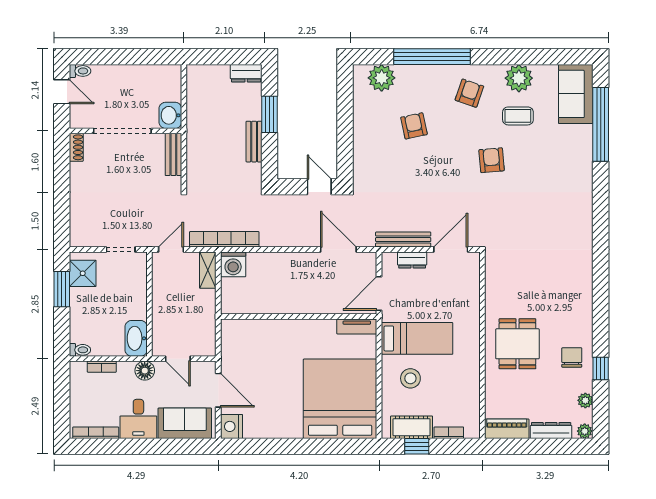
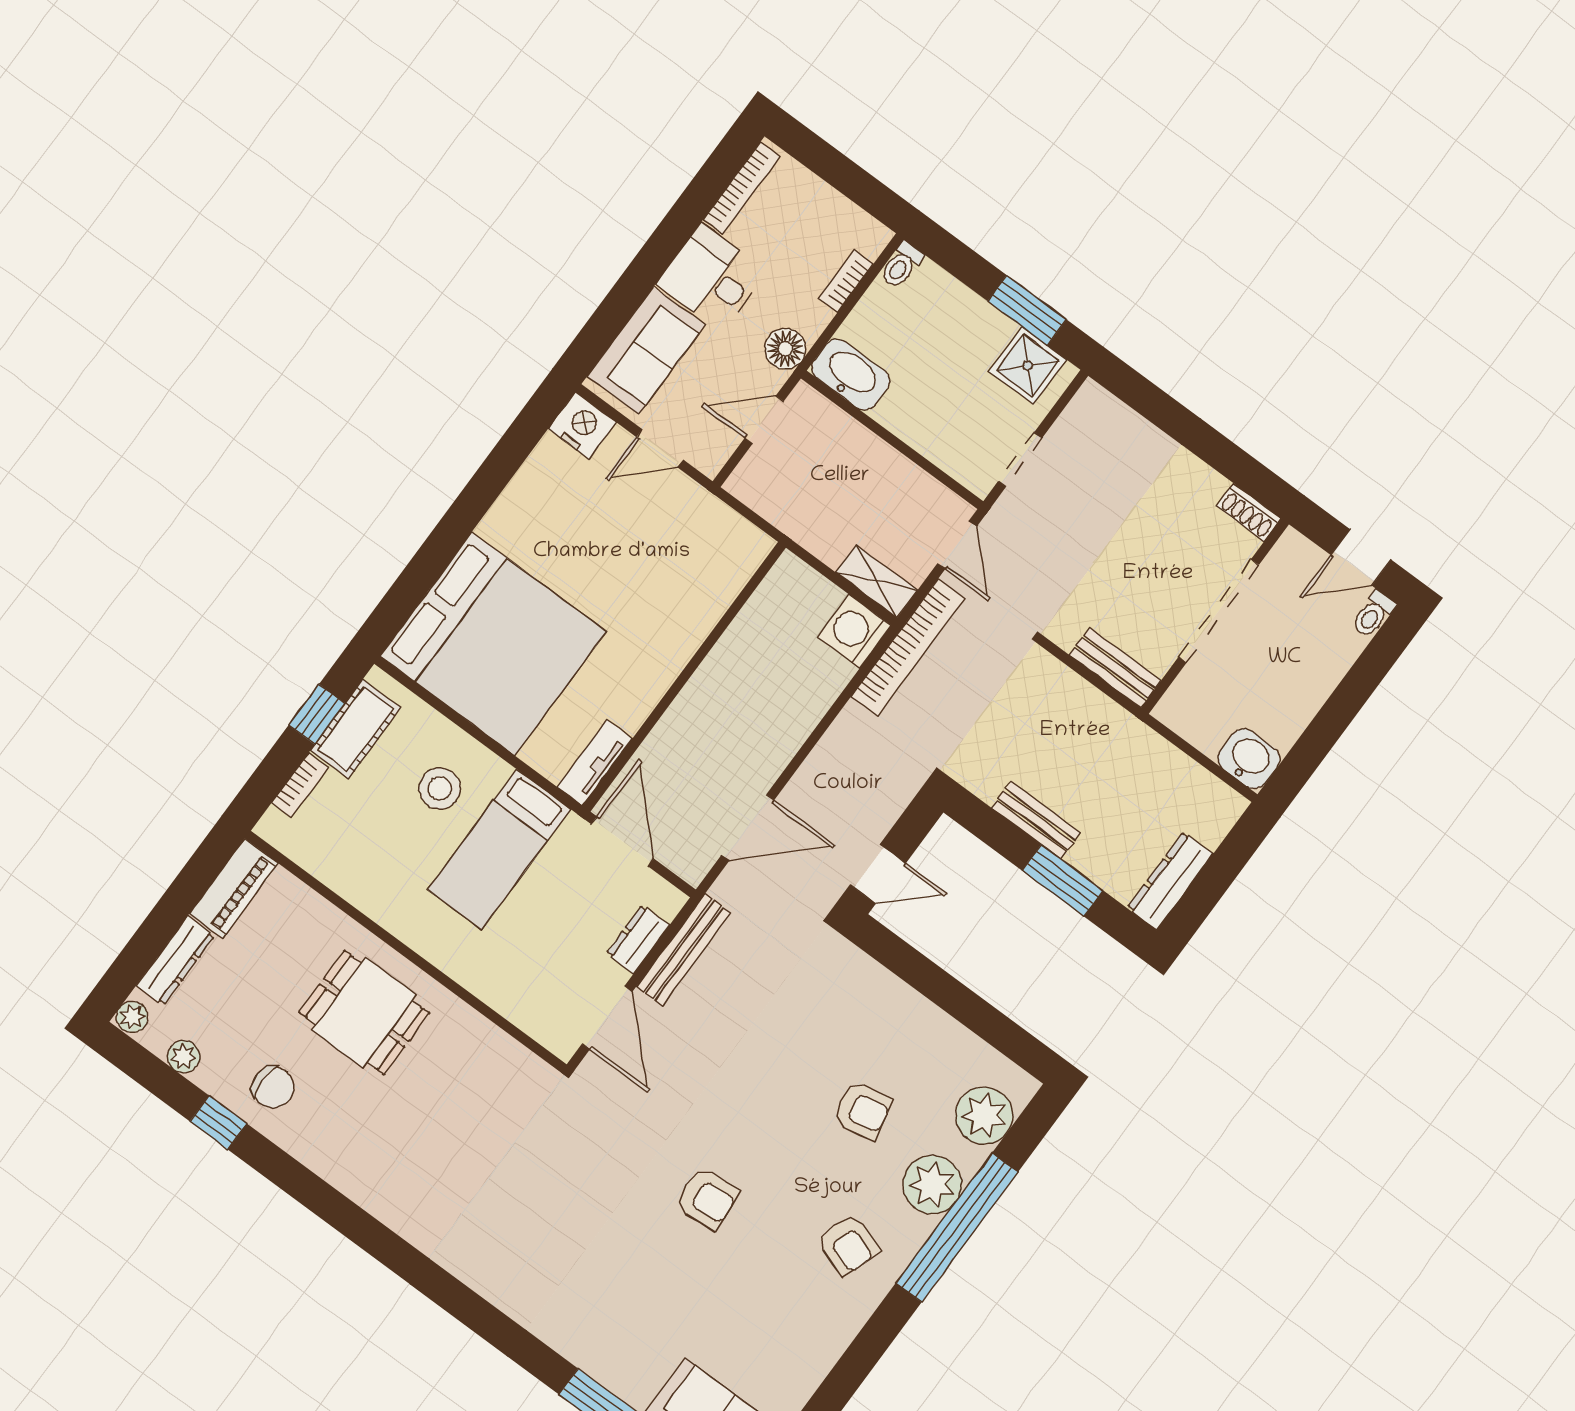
dresser: (246, 73) -> (1170, 881), width x1.44
plant: (519, 78) -> (932, 1185), moved
washbasin: (170, 115) -> (1249, 759), moved
coffee table: (518, 116) -> (749, 1299), removed
door: (218, 390) -> (660, 448), width x0.73

